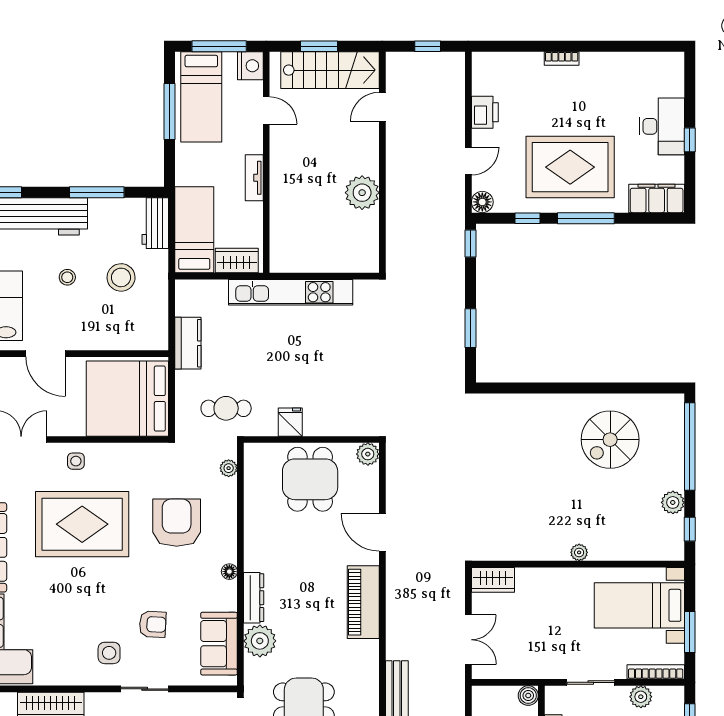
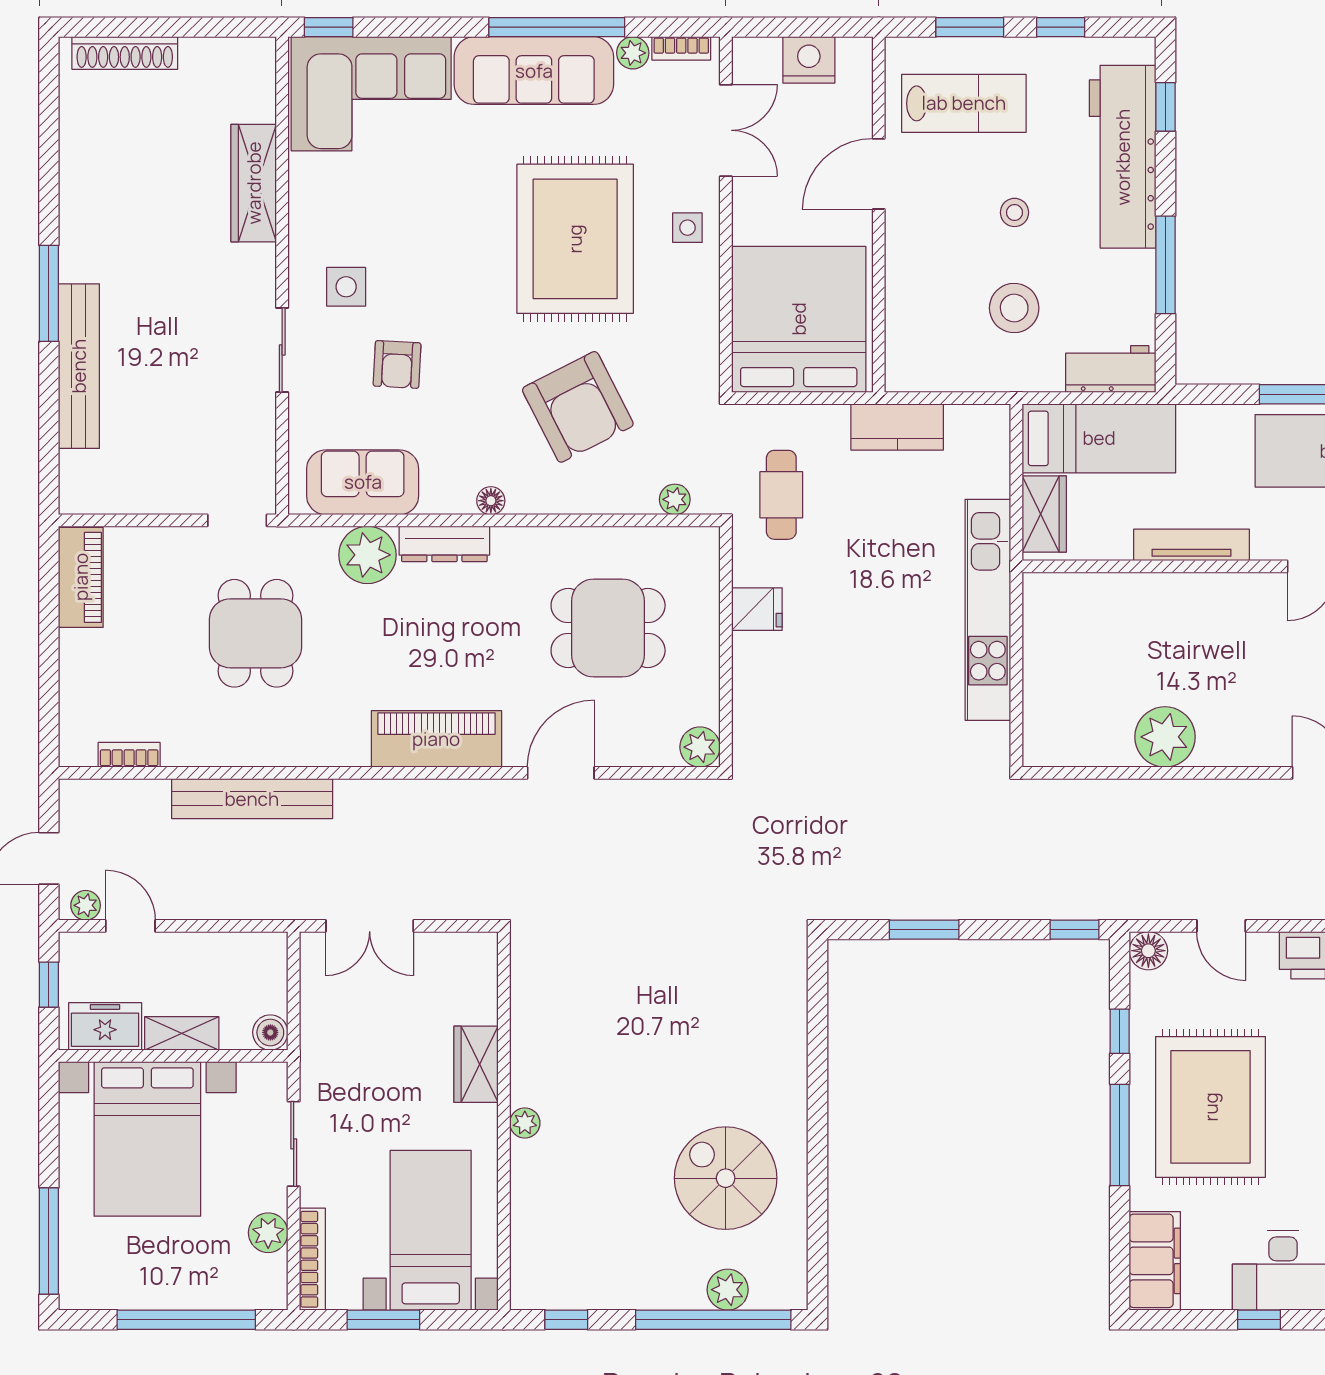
tv unit: (254, 178) -> (1191, 545), width x1.41
dining table: (310, 479) -> (608, 628), moved
plant: (673, 502) -> (728, 1290), moved
armchair: (177, 523) -> (578, 407), turned 63
wardrobe: (493, 580) -> (476, 1064), moved

